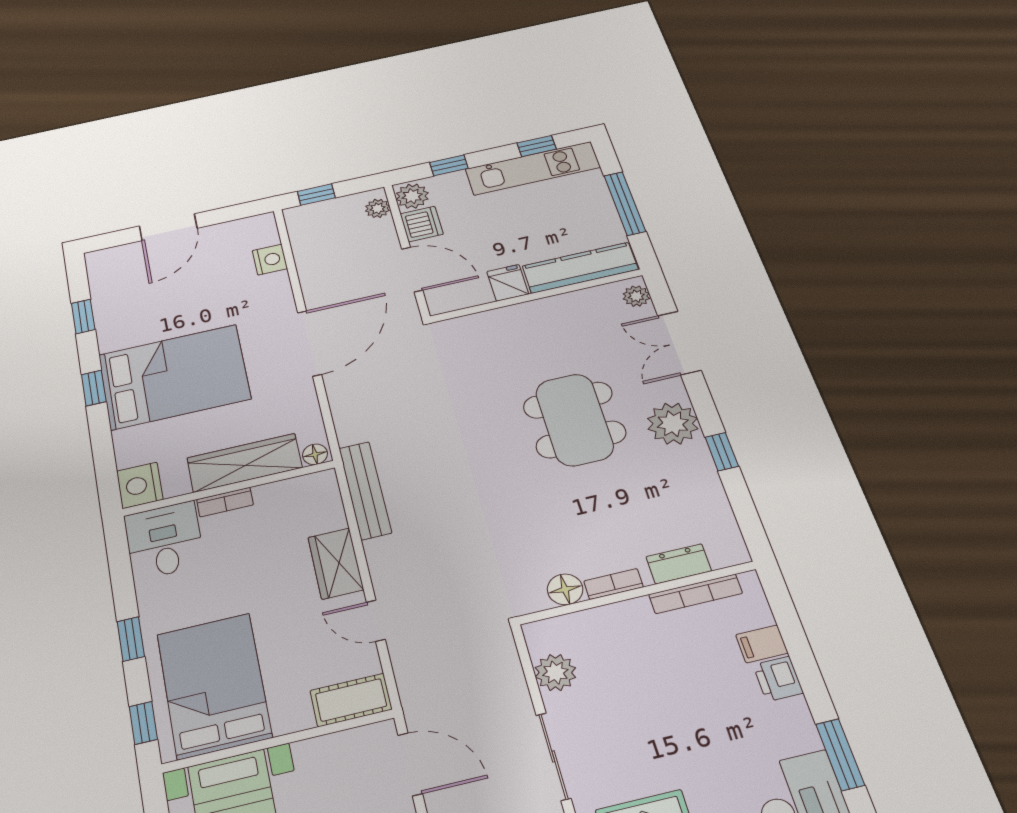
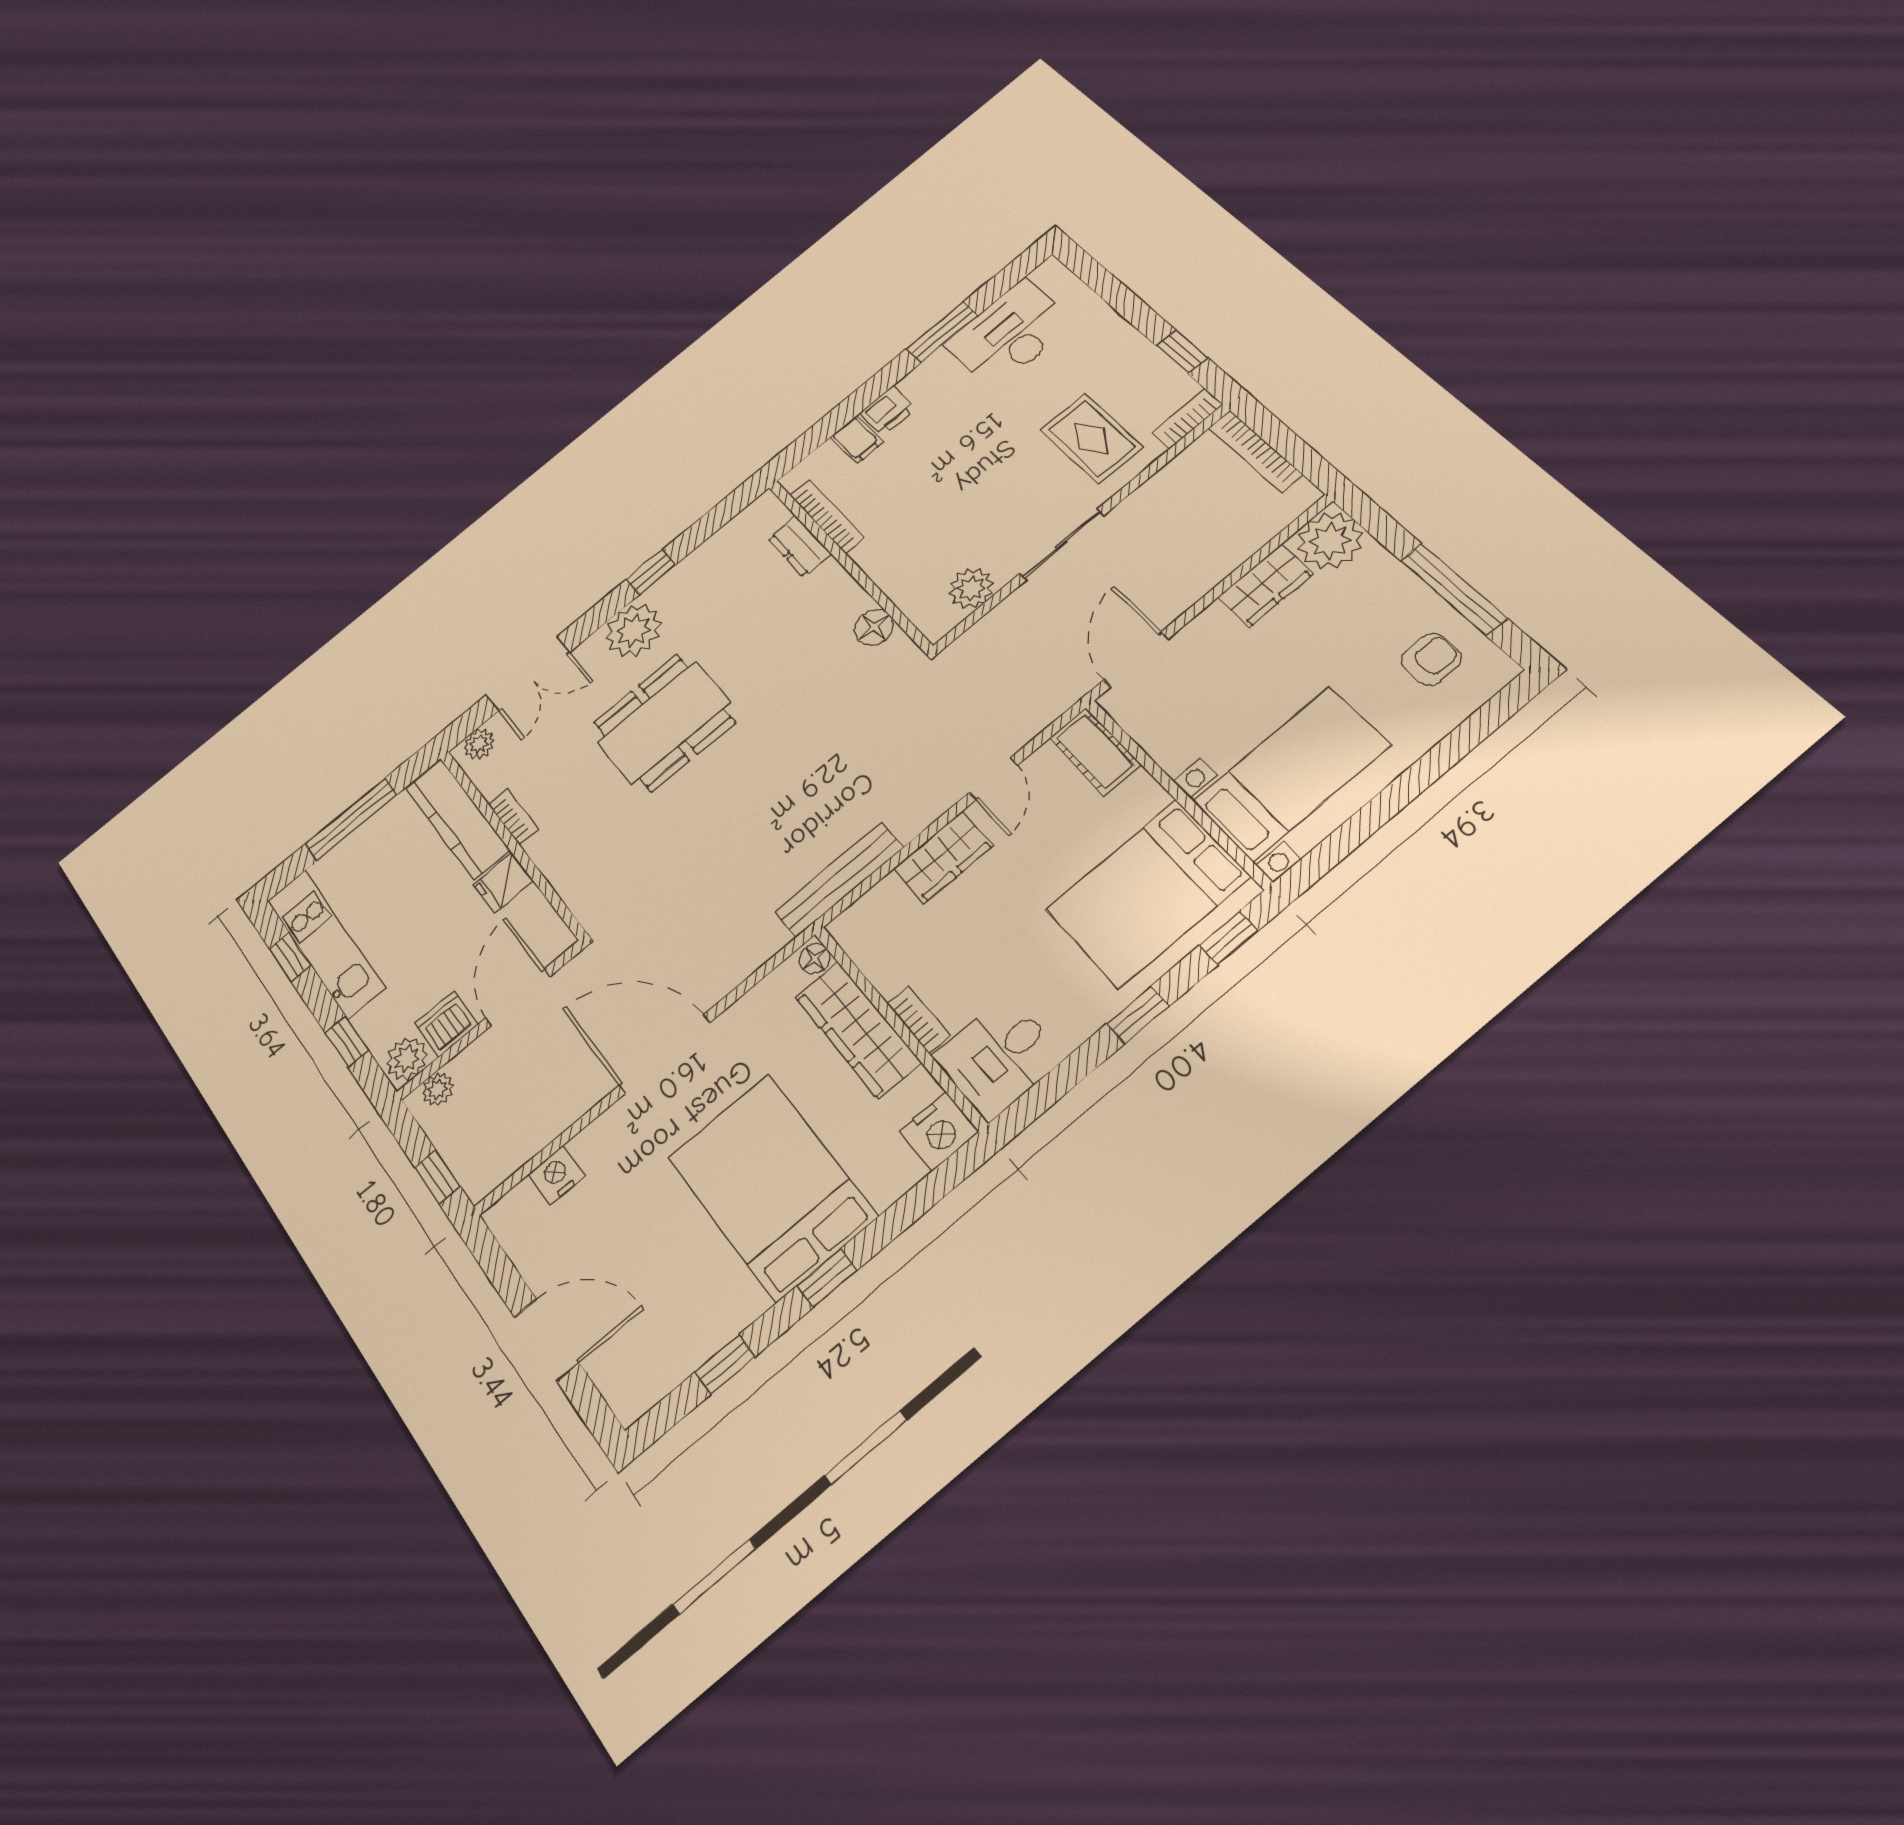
bookcase: (614, 584) -> (513, 817), moved, turned 180

